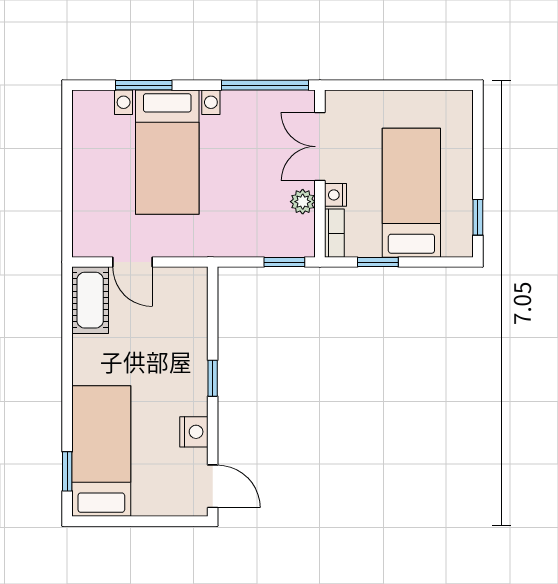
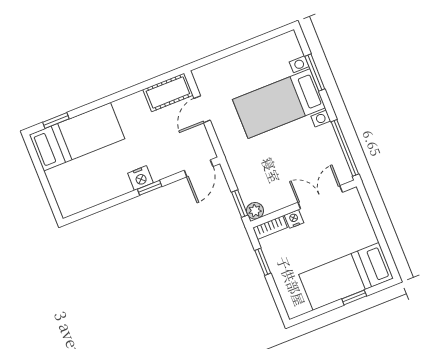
bed: (411, 193) -> (346, 276), moved, turned 180
plant: (303, 202) -> (255, 211), moved
window: (478, 217) -> (354, 297), moved
nightstand: (194, 432) -> (140, 178), moved
door: (213, 486) -> (199, 168), moved

